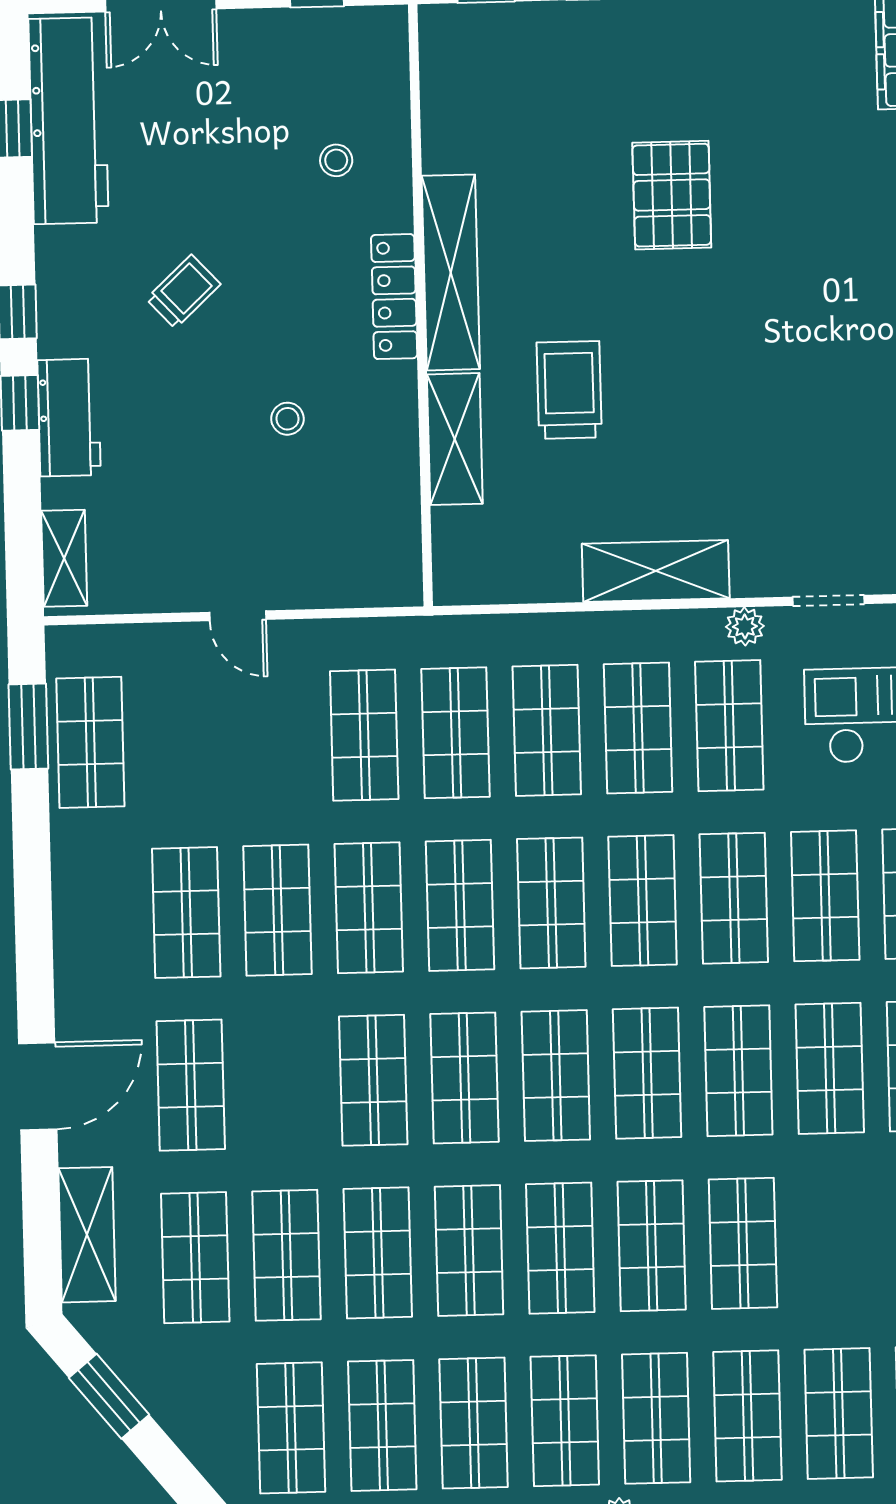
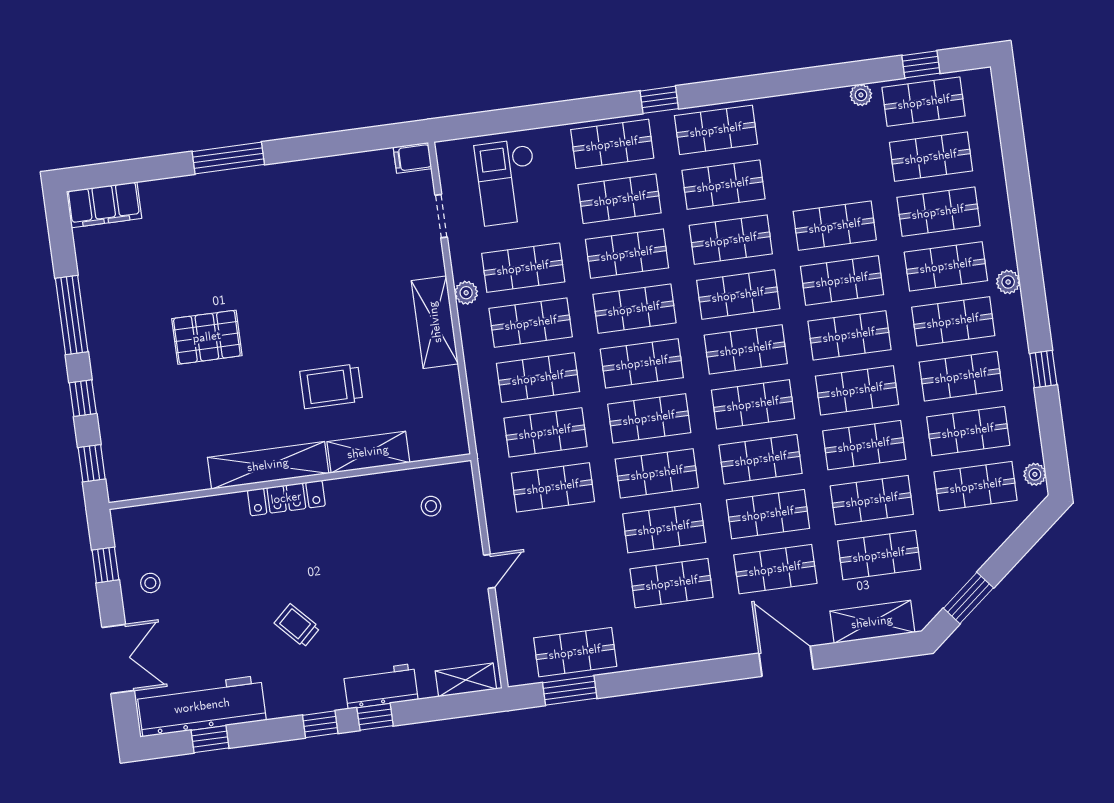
stool: (336, 160) -> (150, 583), moved
stool: (287, 419) -> (431, 506), moved
plant: (745, 626) -> (466, 293), moved
shop shelf: (282, 1083) -> (768, 514), added

